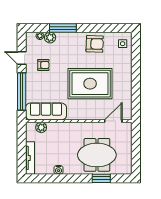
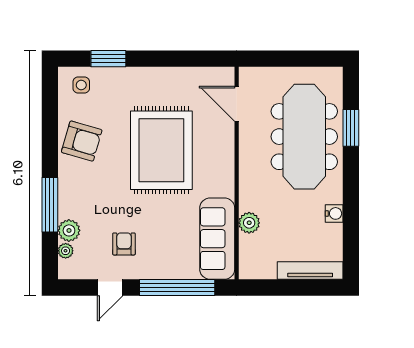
armchair: (95, 44) -> (82, 141), turned 104
window: (136, 57) -> (108, 59), added
plant: (41, 127) -> (249, 223), moved
meeting table: (97, 155) -> (304, 137), width x1.36

